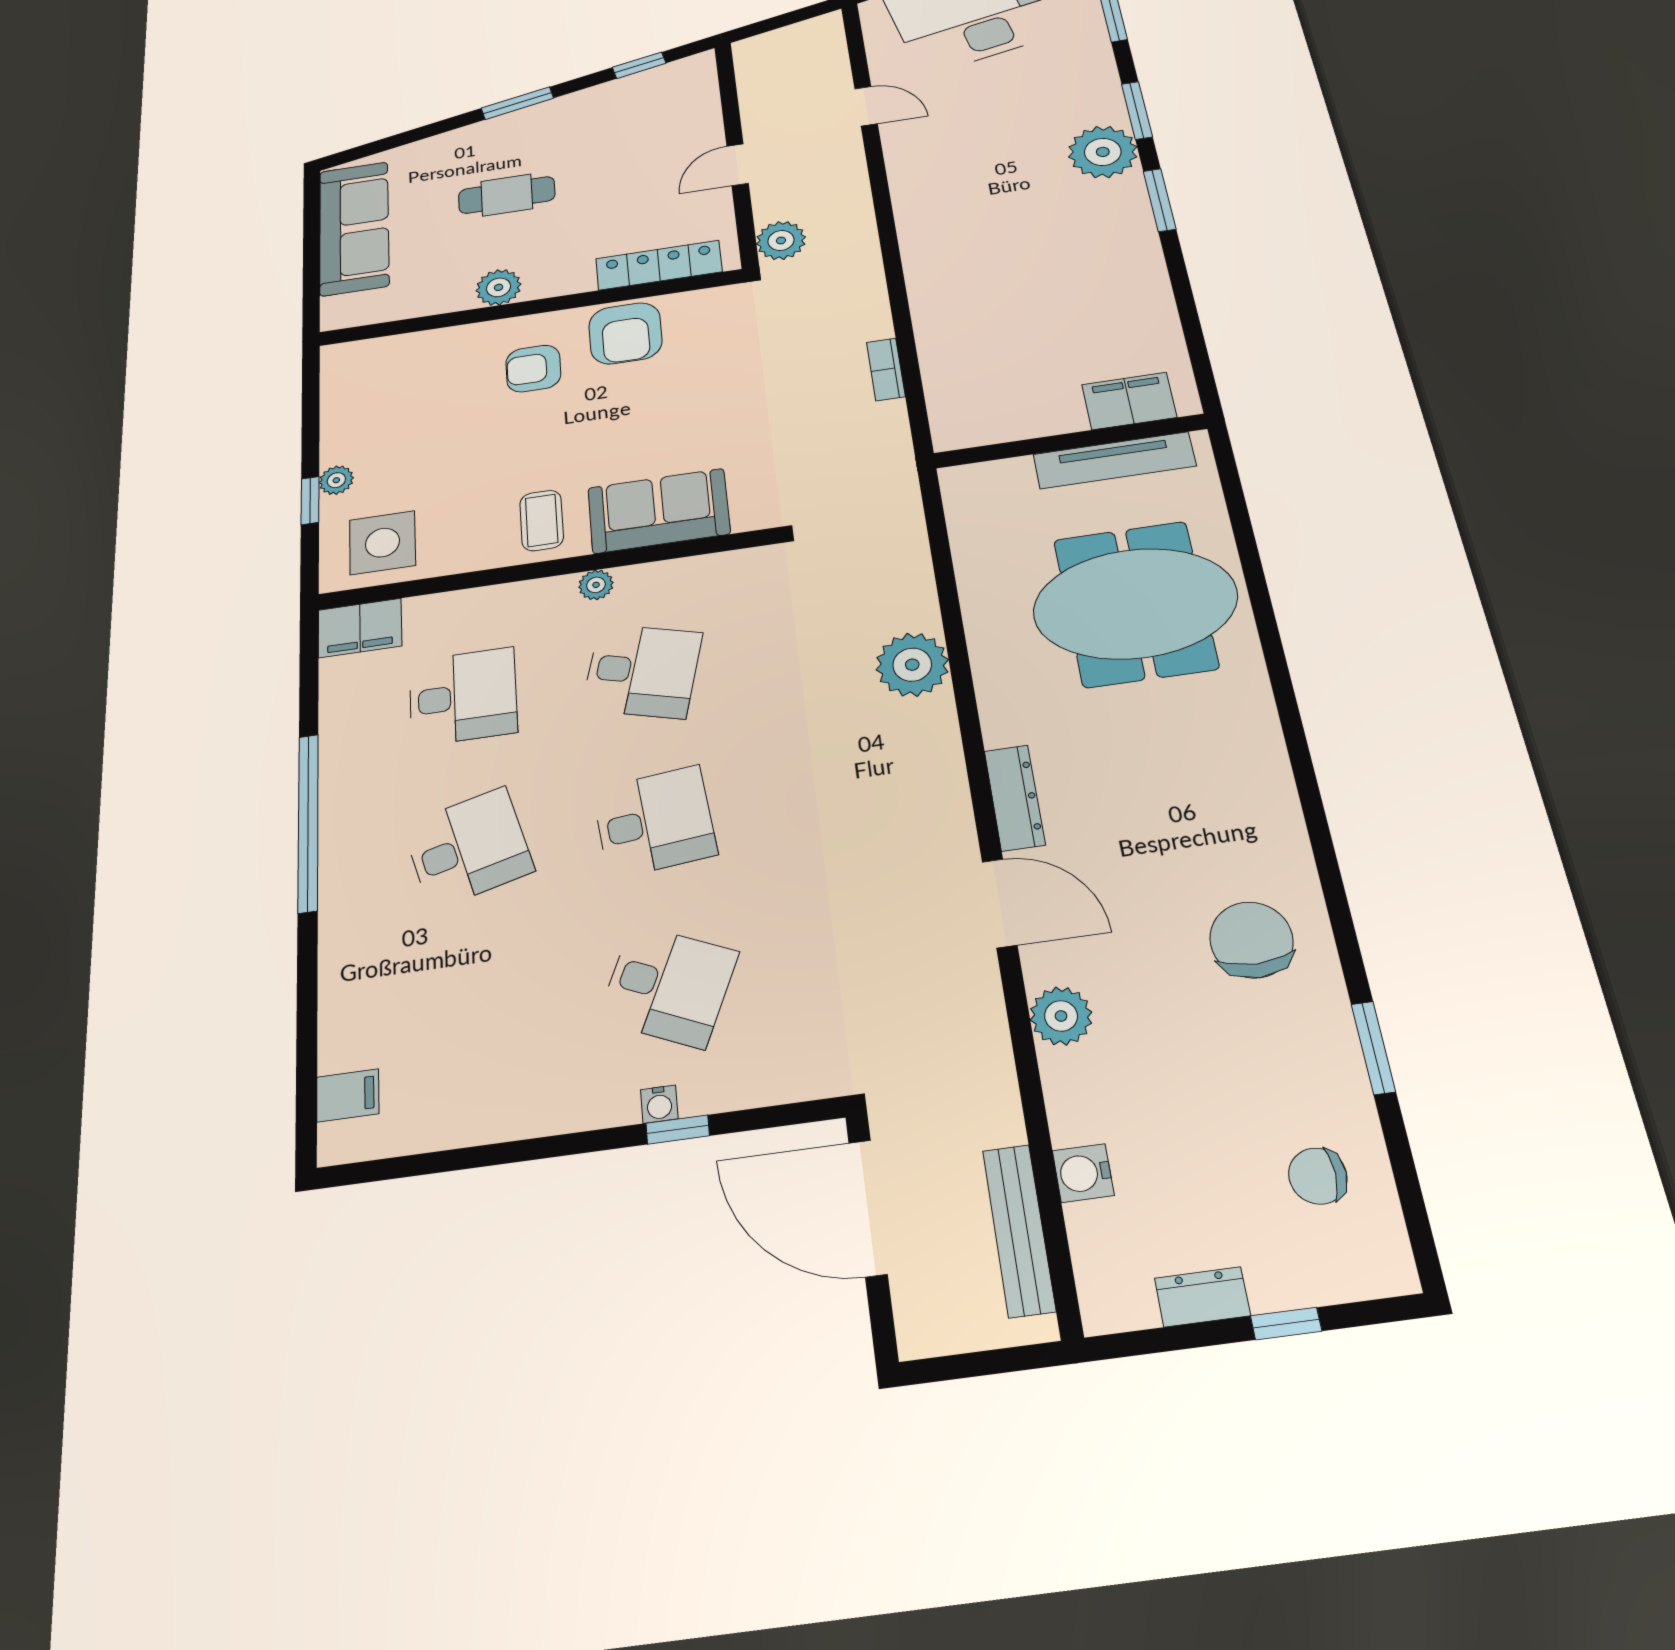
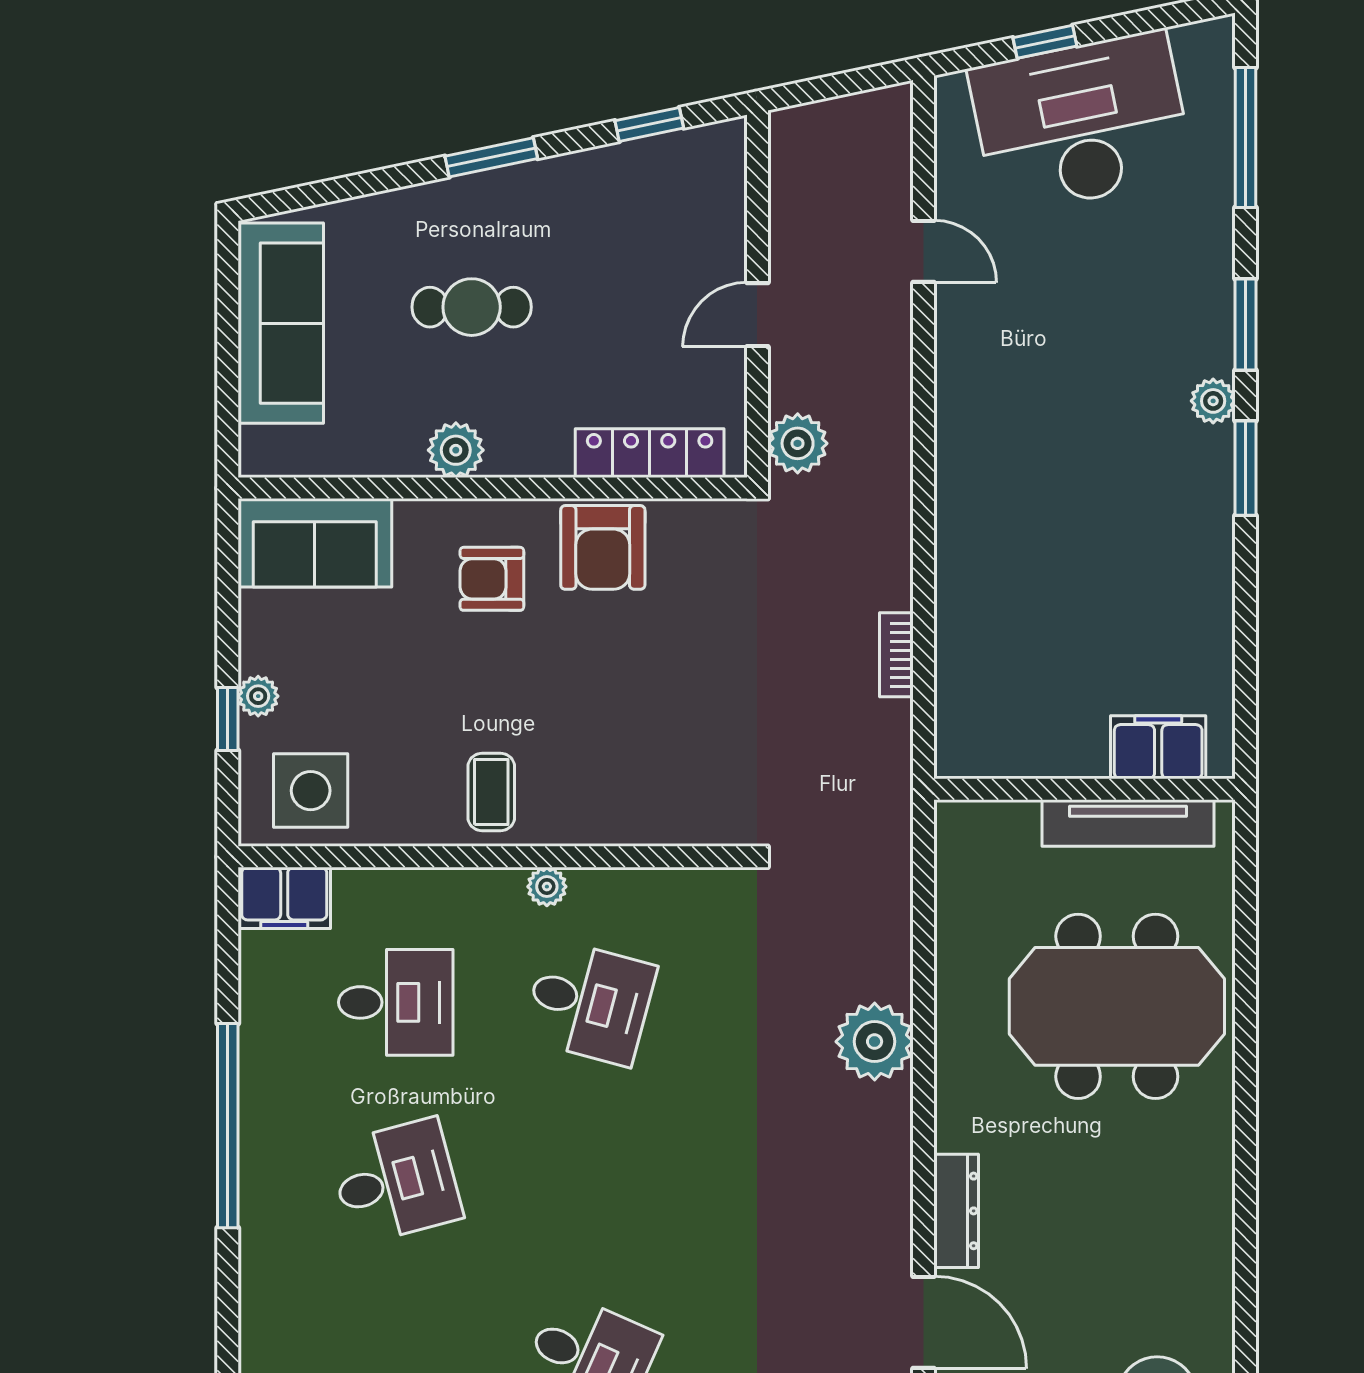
plant: (1103, 152) -> (1213, 401), width x0.53, depth x0.53
sofa: (659, 511) -> (315, 543), moved, turned 180
desk: (655, 822) -> (589, 1181), removed

